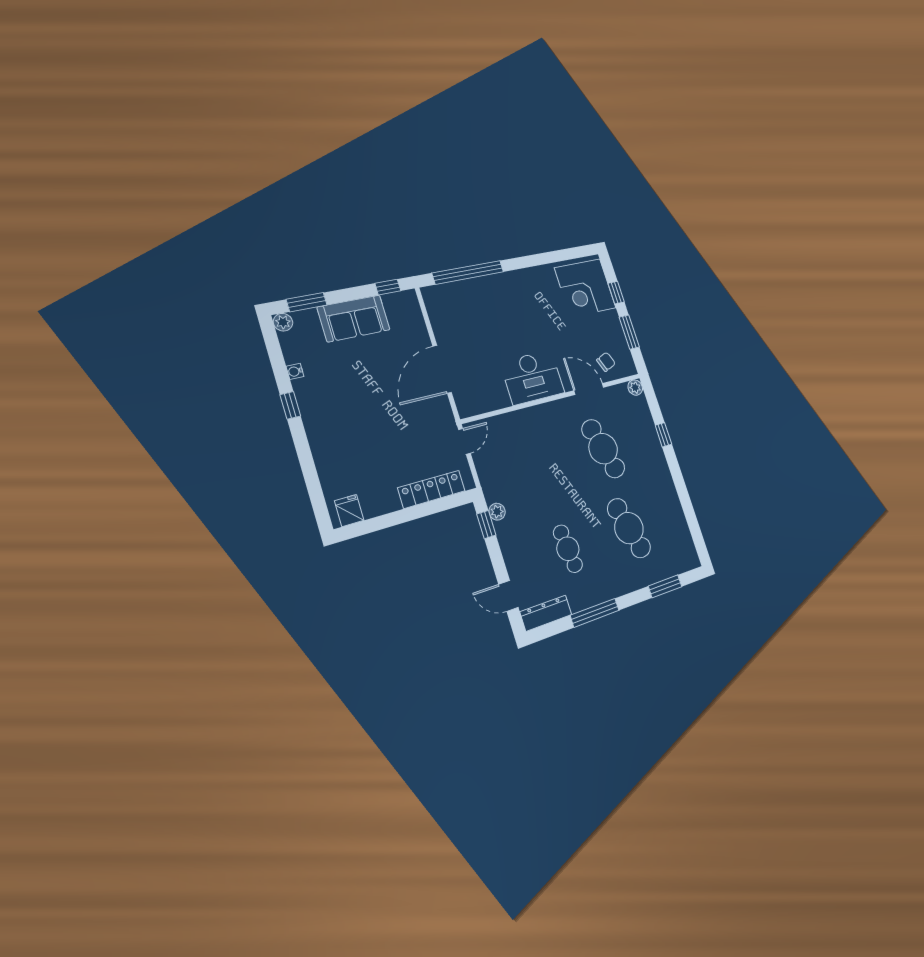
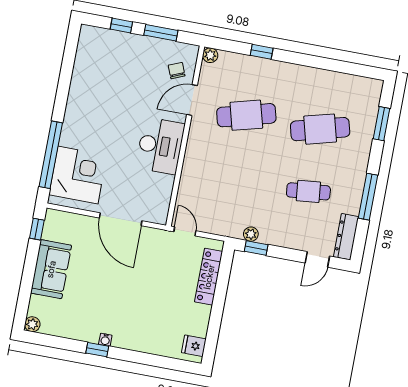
corner desk: (585, 288) -> (78, 175), moved, turned -90
window: (307, 302) -> (24, 299), removed
water cooler: (295, 371) -> (105, 340), moved

